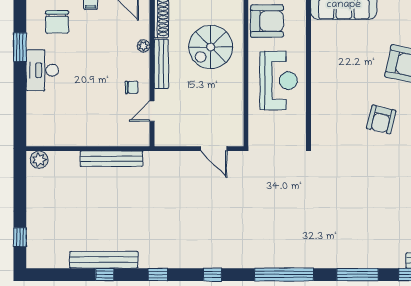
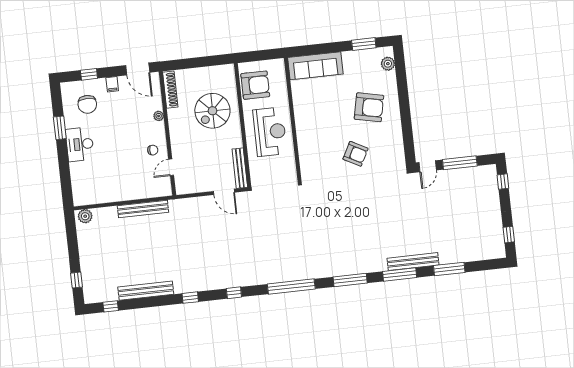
bench: (161, 64) -> (240, 168), moved
armchair: (381, 120) -> (355, 154), turned -75
window: (105, 275) -> (111, 306), moved

